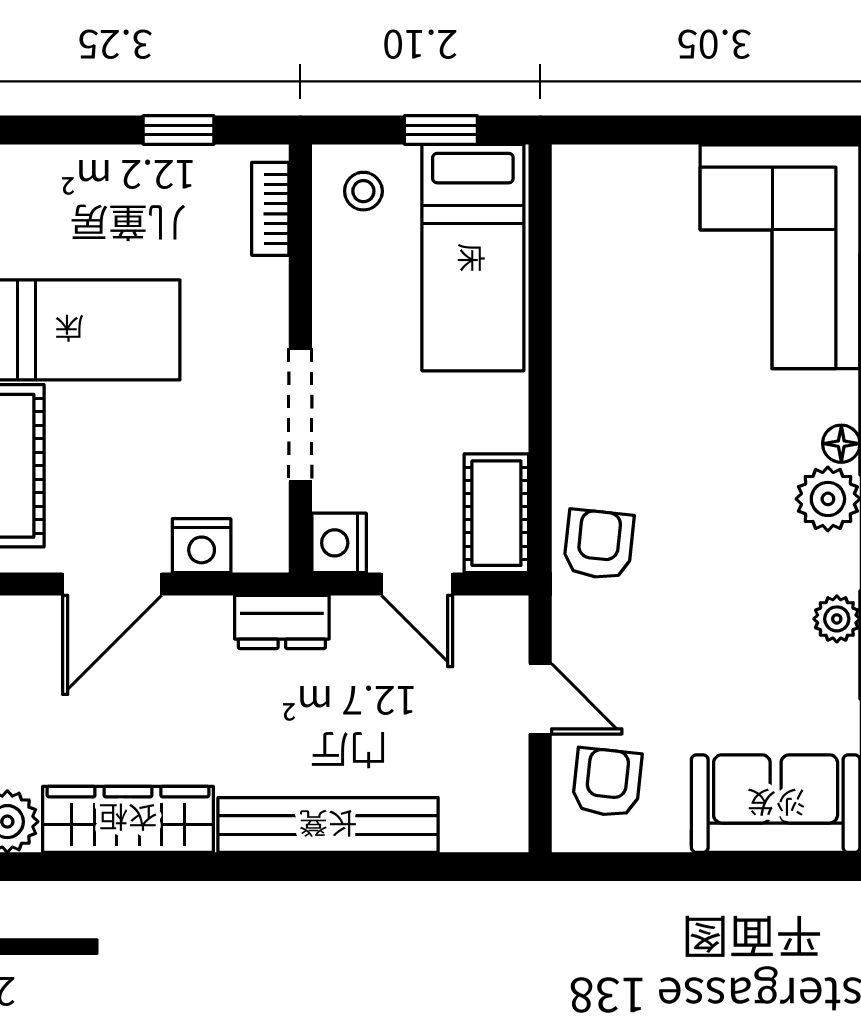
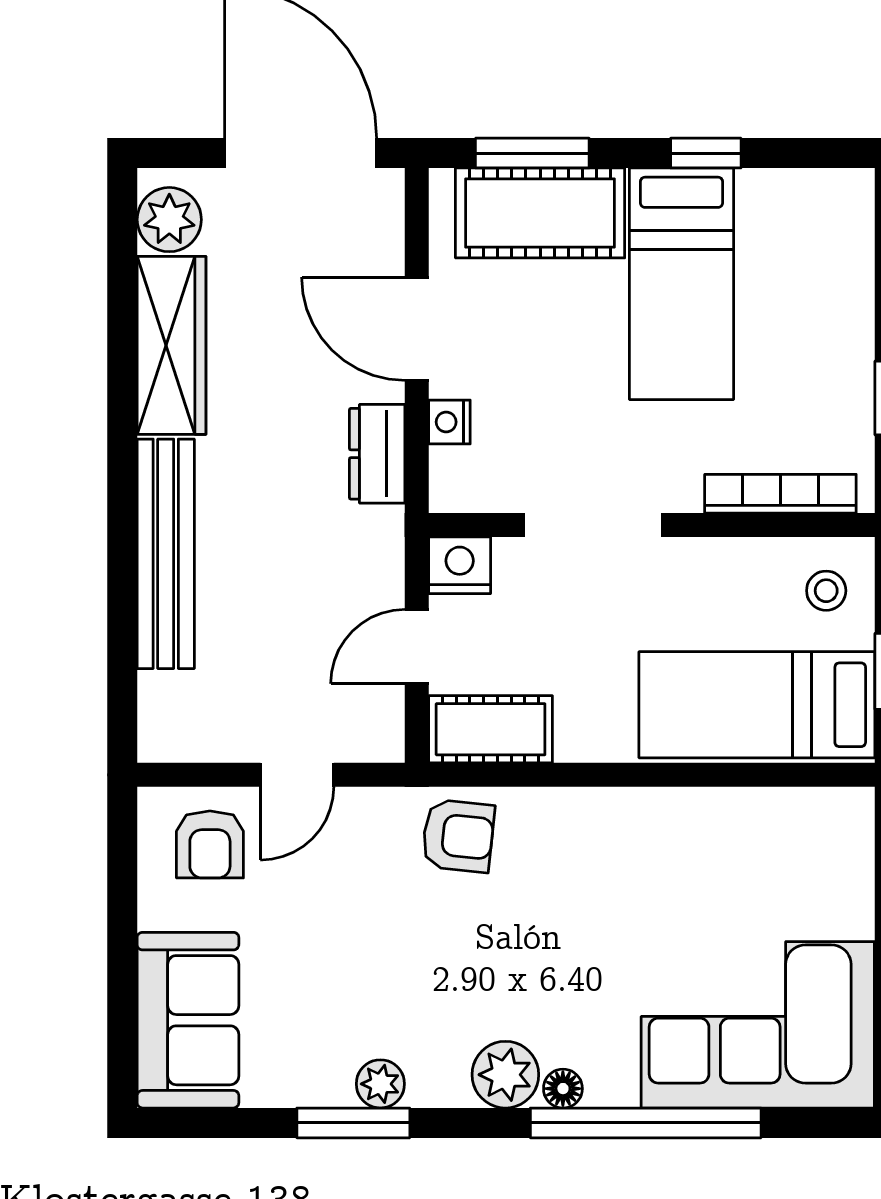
bookcase: (270, 209) -> (780, 494), width x1.56
nightstand: (202, 546) -> (449, 422), width x0.72, depth x0.74
dresser: (282, 622) -> (377, 454), moved
armchair: (607, 782) -> (210, 844), turned 84

